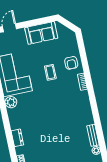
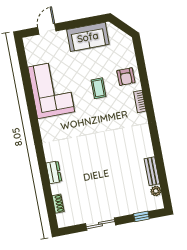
plant: (11, 102) -> (47, 126), removed

